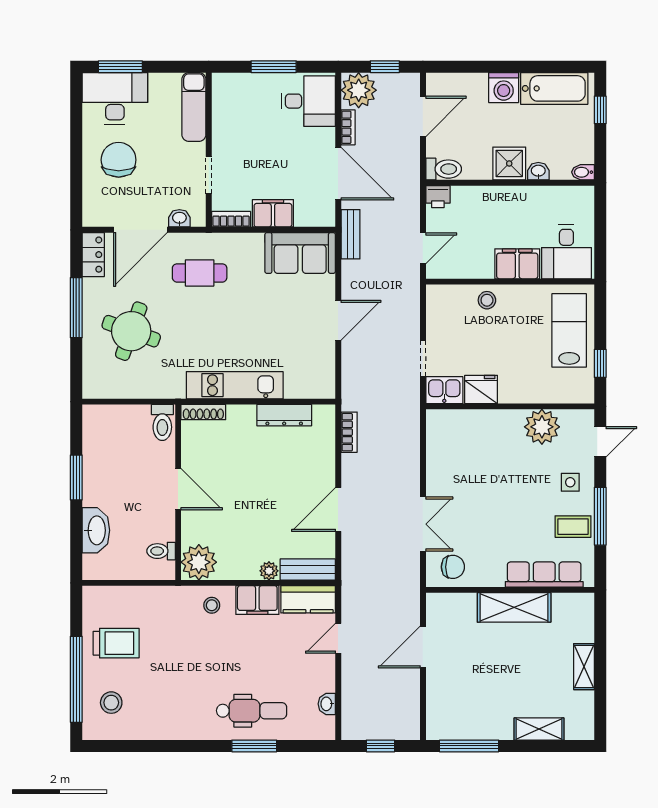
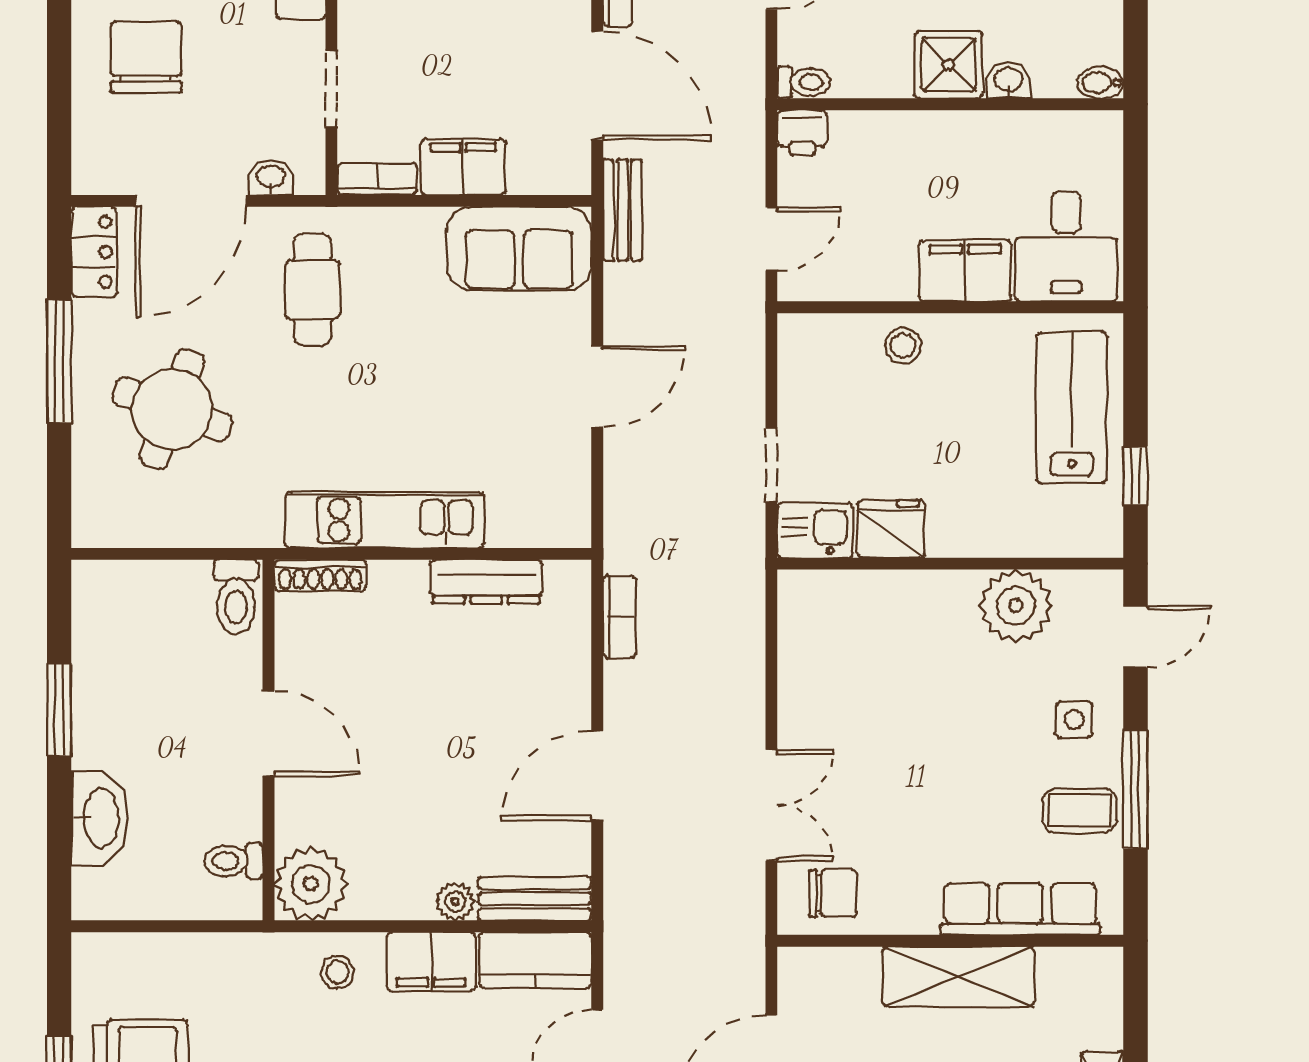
toilet: (444, 169) -> (804, 82), width x0.73, depth x0.72
cafe table: (200, 273) -> (313, 290), turned 90

